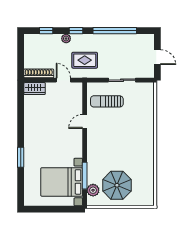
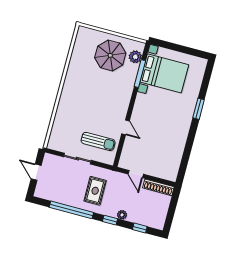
rug: (85, 60) -> (95, 191), moved, turned 90
wardrobe: (35, 89) -> (167, 173), removed
door: (85, 121) -> (125, 127), hinge flipped

